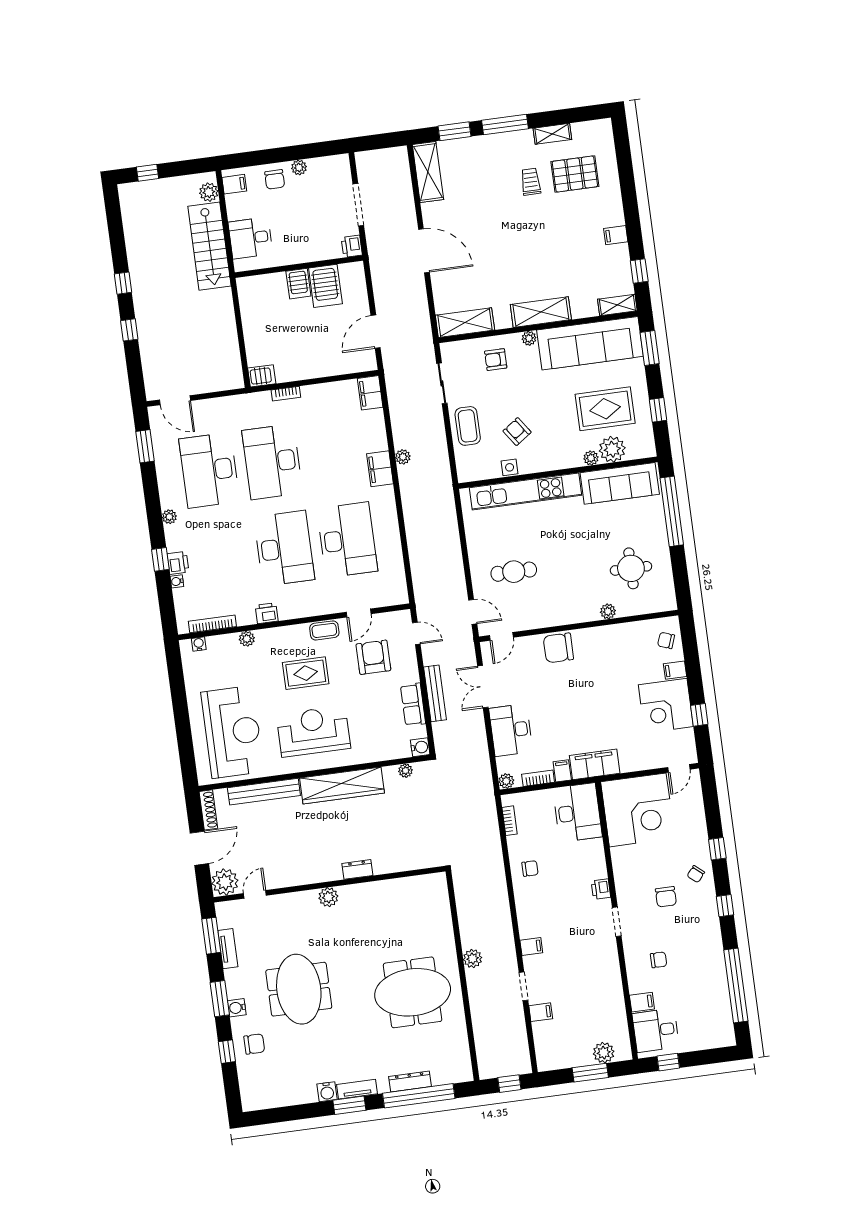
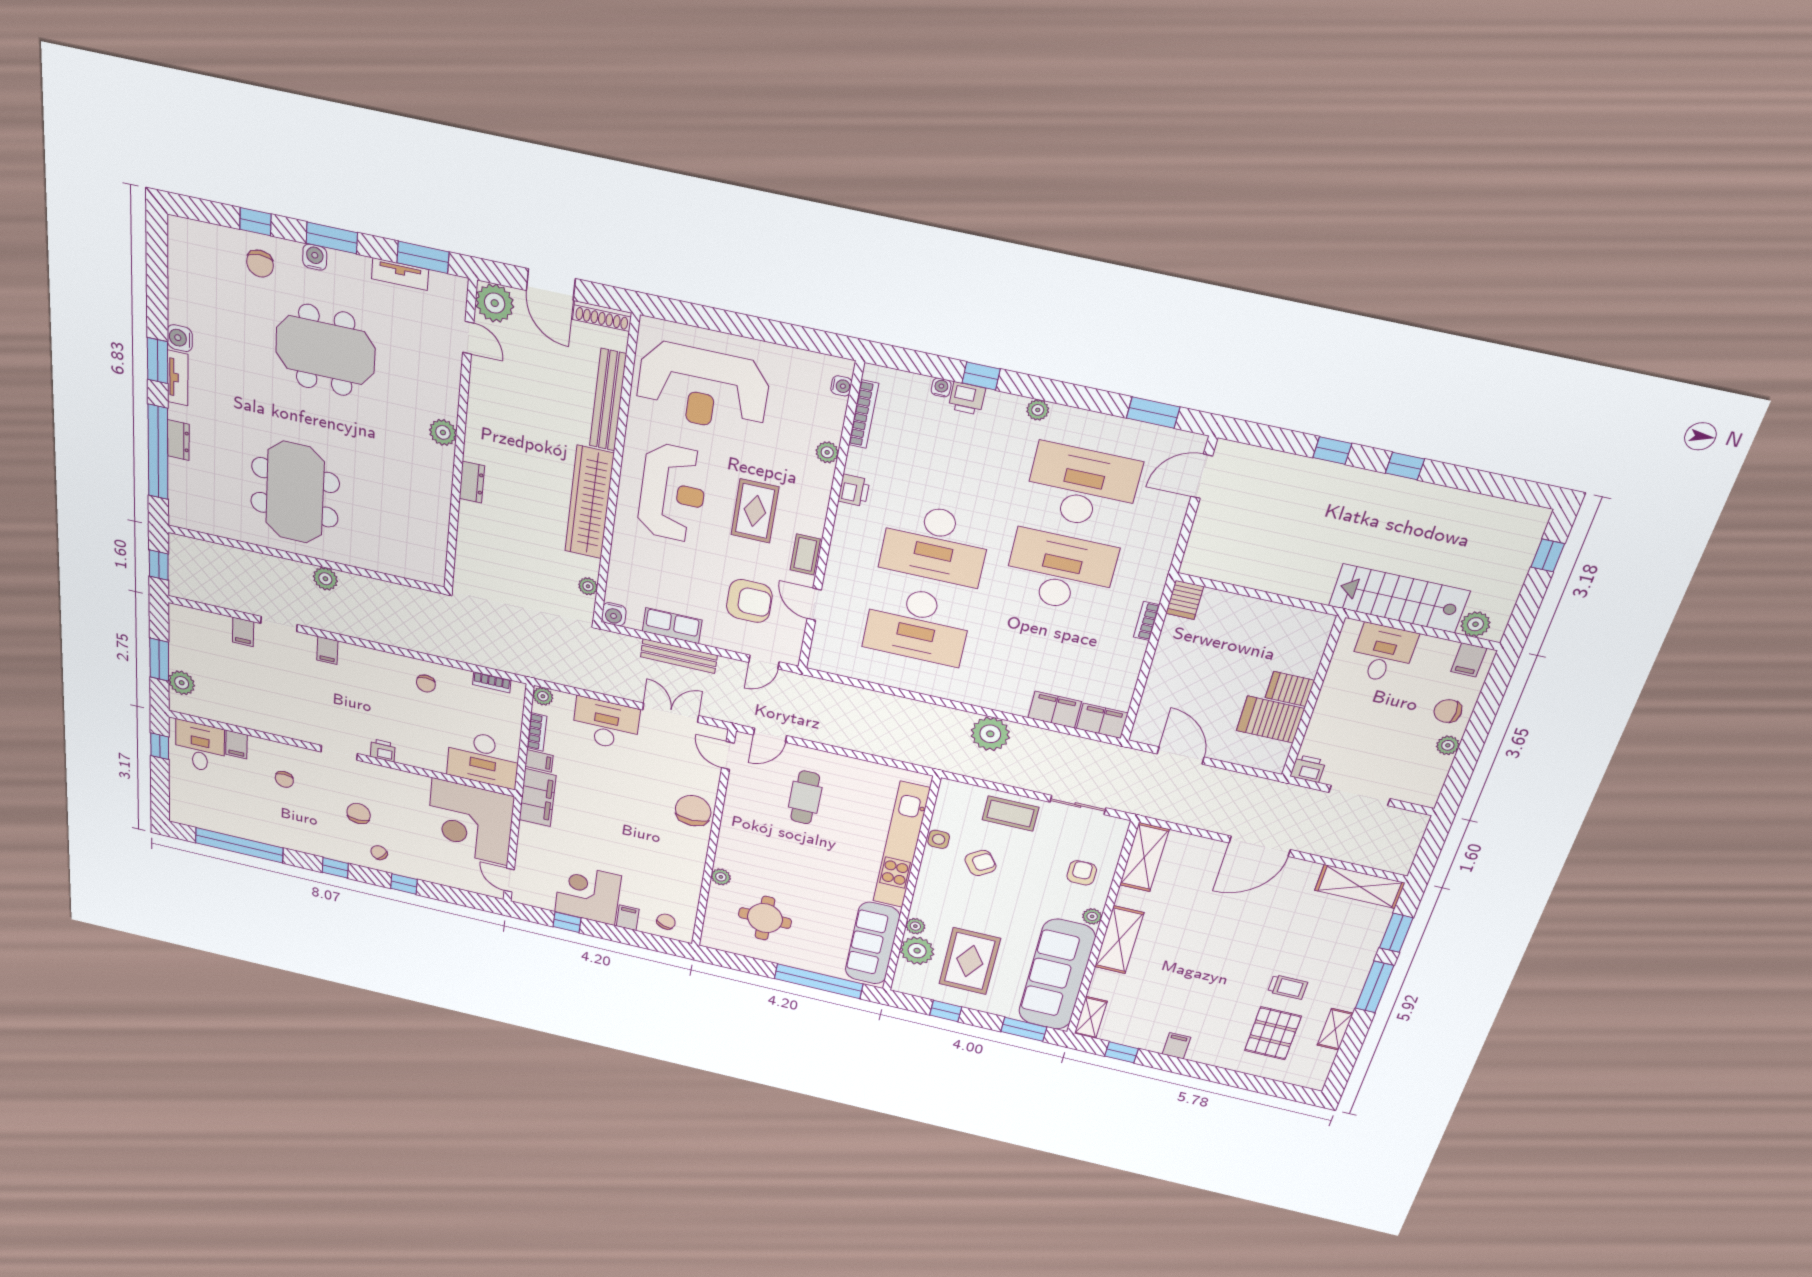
plant: (403, 457) -> (990, 734), width x1.87, depth x1.87
filing cabinet: (380, 469) -> (1055, 710), moved
chair: (666, 897) -> (359, 813), turned 90
dresser: (410, 1082) -> (178, 440), width x0.70

